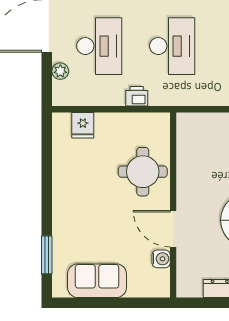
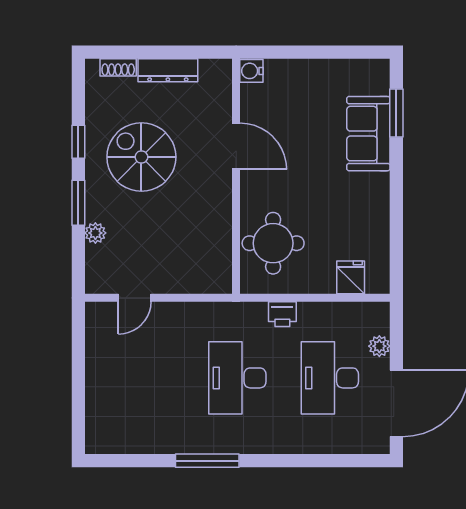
round table: (143, 172) -> (273, 243), moved
water cooler: (161, 259) -> (251, 71), moved
sofa: (97, 281) -> (368, 134), moved, turned 90

